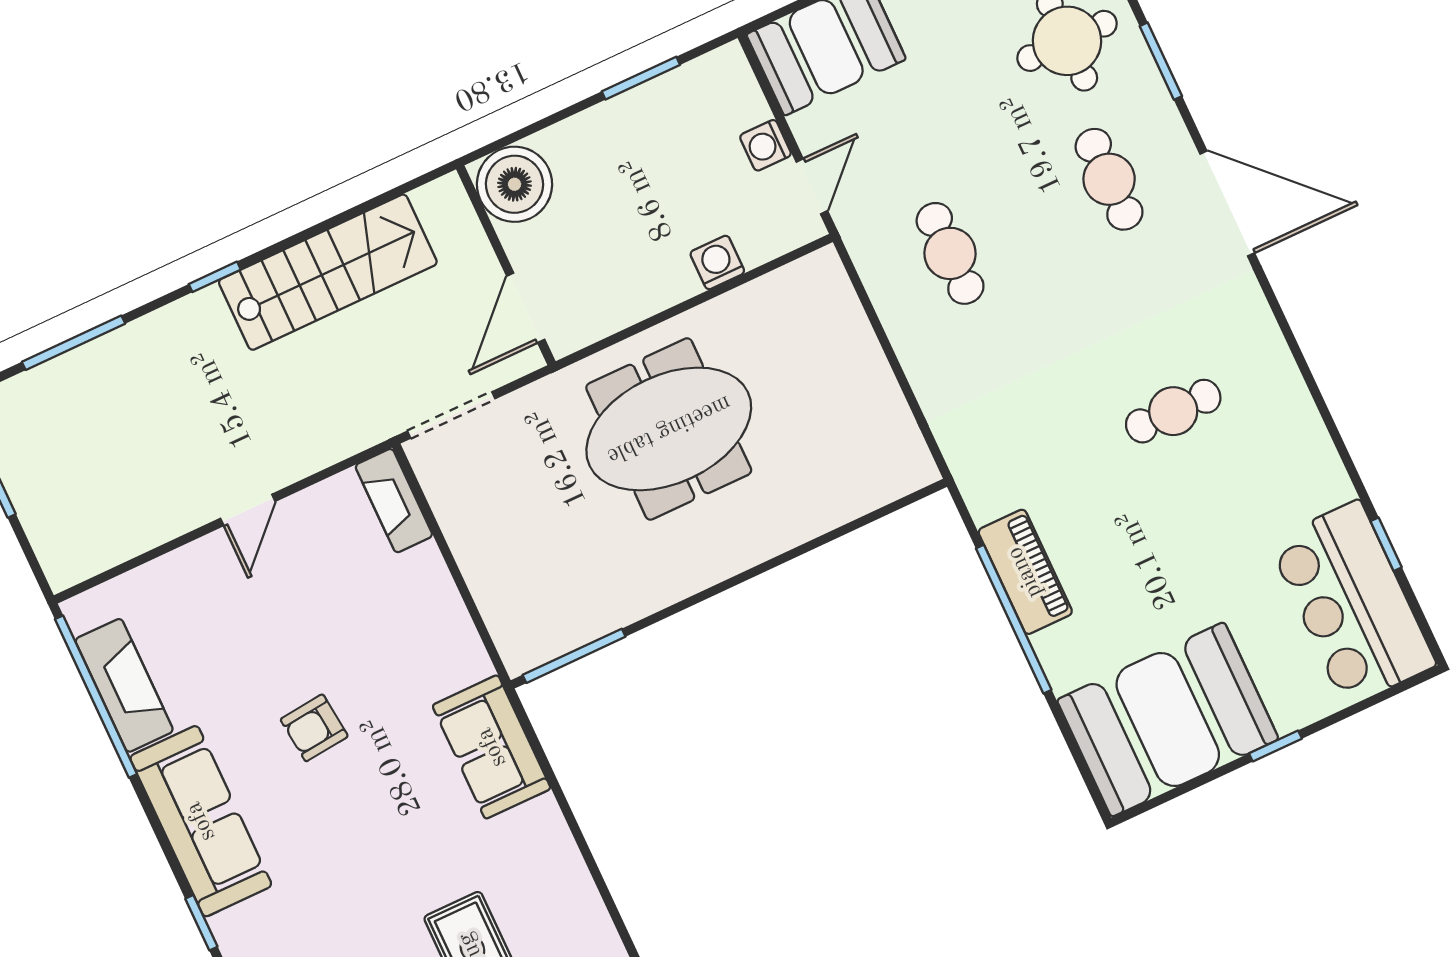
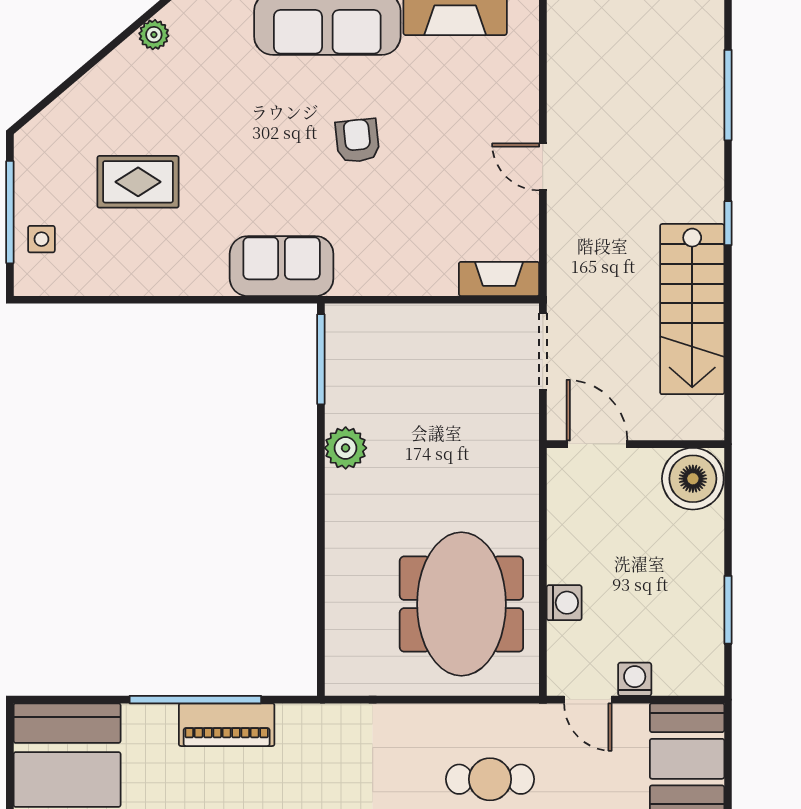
meeting table: (669, 429) -> (461, 604), moved
plant: (659, 583) -> (346, 448), added

